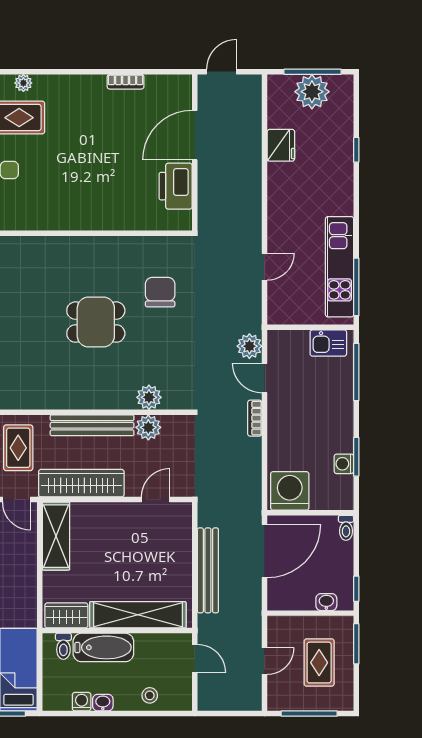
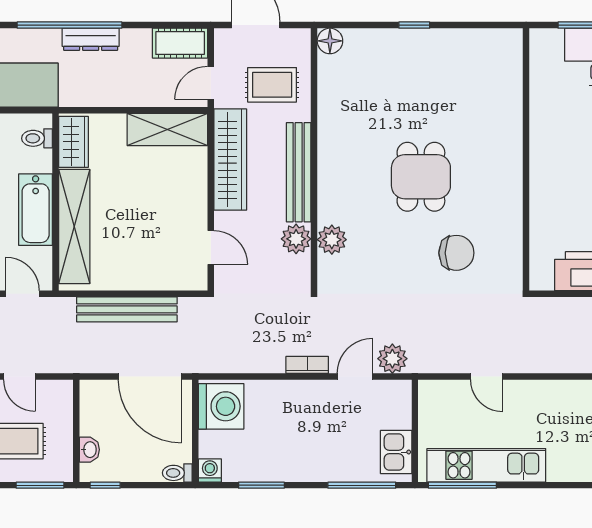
washing machine: (344, 464) -> (210, 470), moved
bathtub: (103, 647) -> (36, 210), moved
door: (195, 659) -> (23, 294), swing flipped

